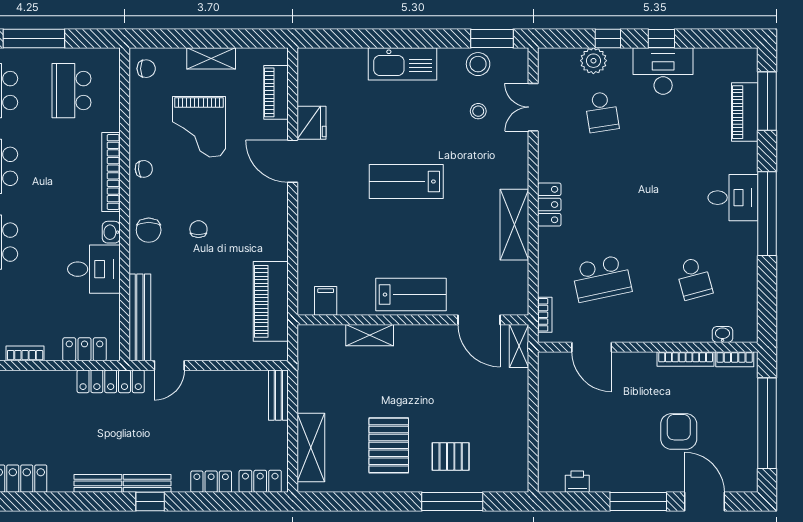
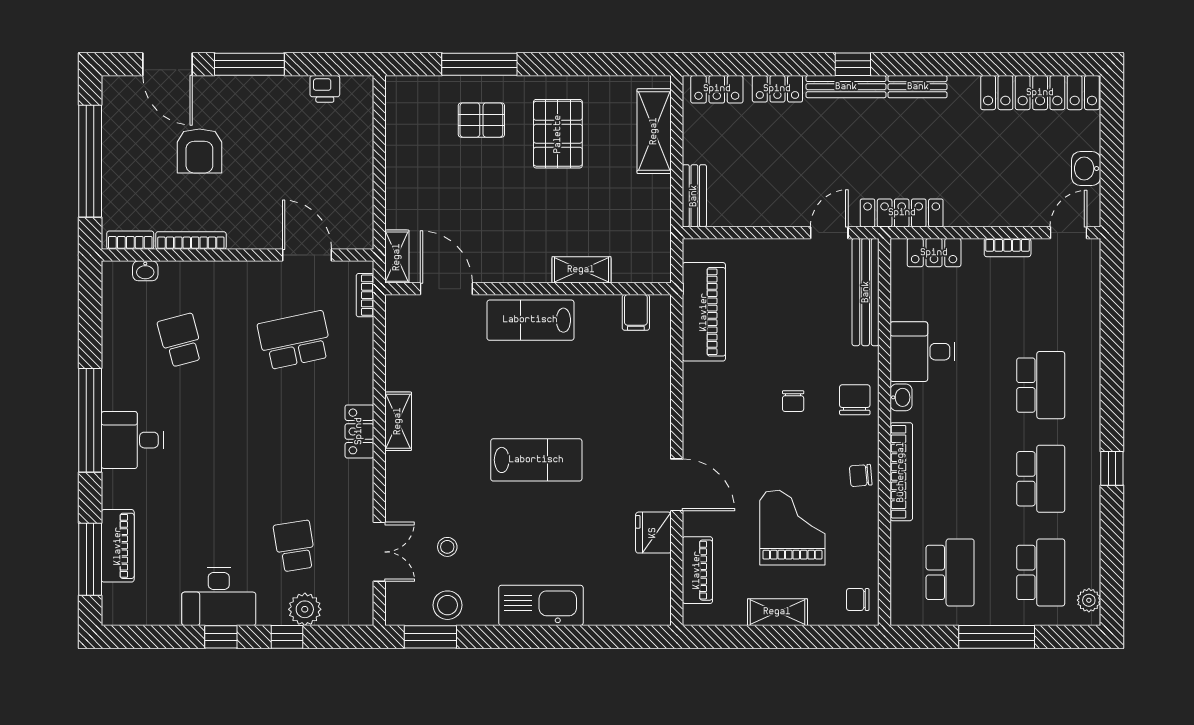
shelving: (514, 225) -> (398, 421), width x0.67, depth x0.75
bench: (147, 483) -> (846, 87), width x1.36

